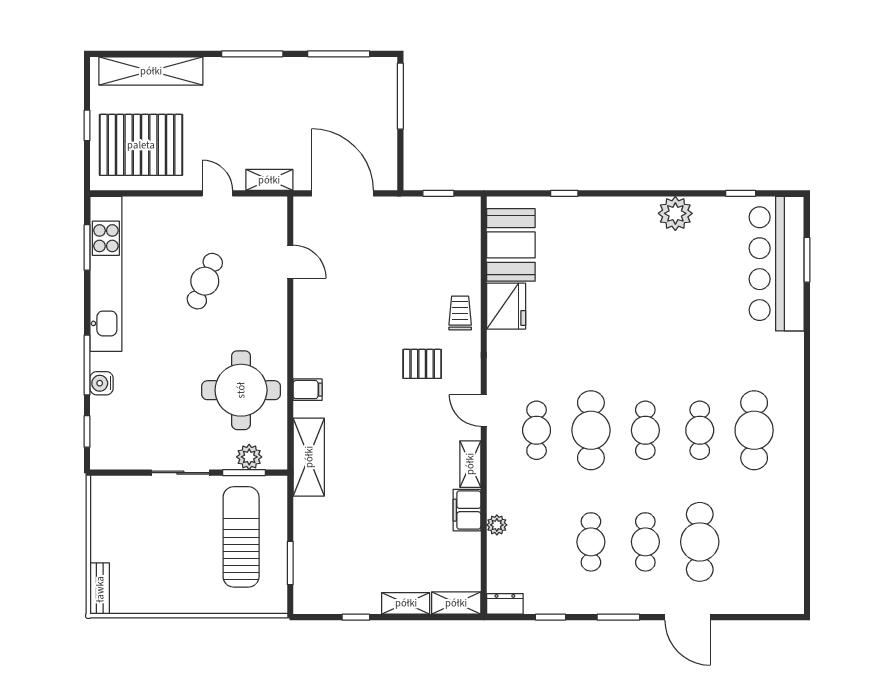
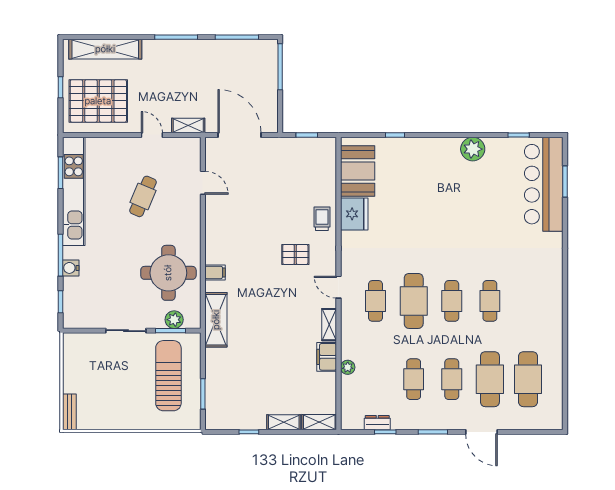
cafe table: (754, 430) -> (528, 379), moved
dresser: (505, 604) -> (377, 423), moved

